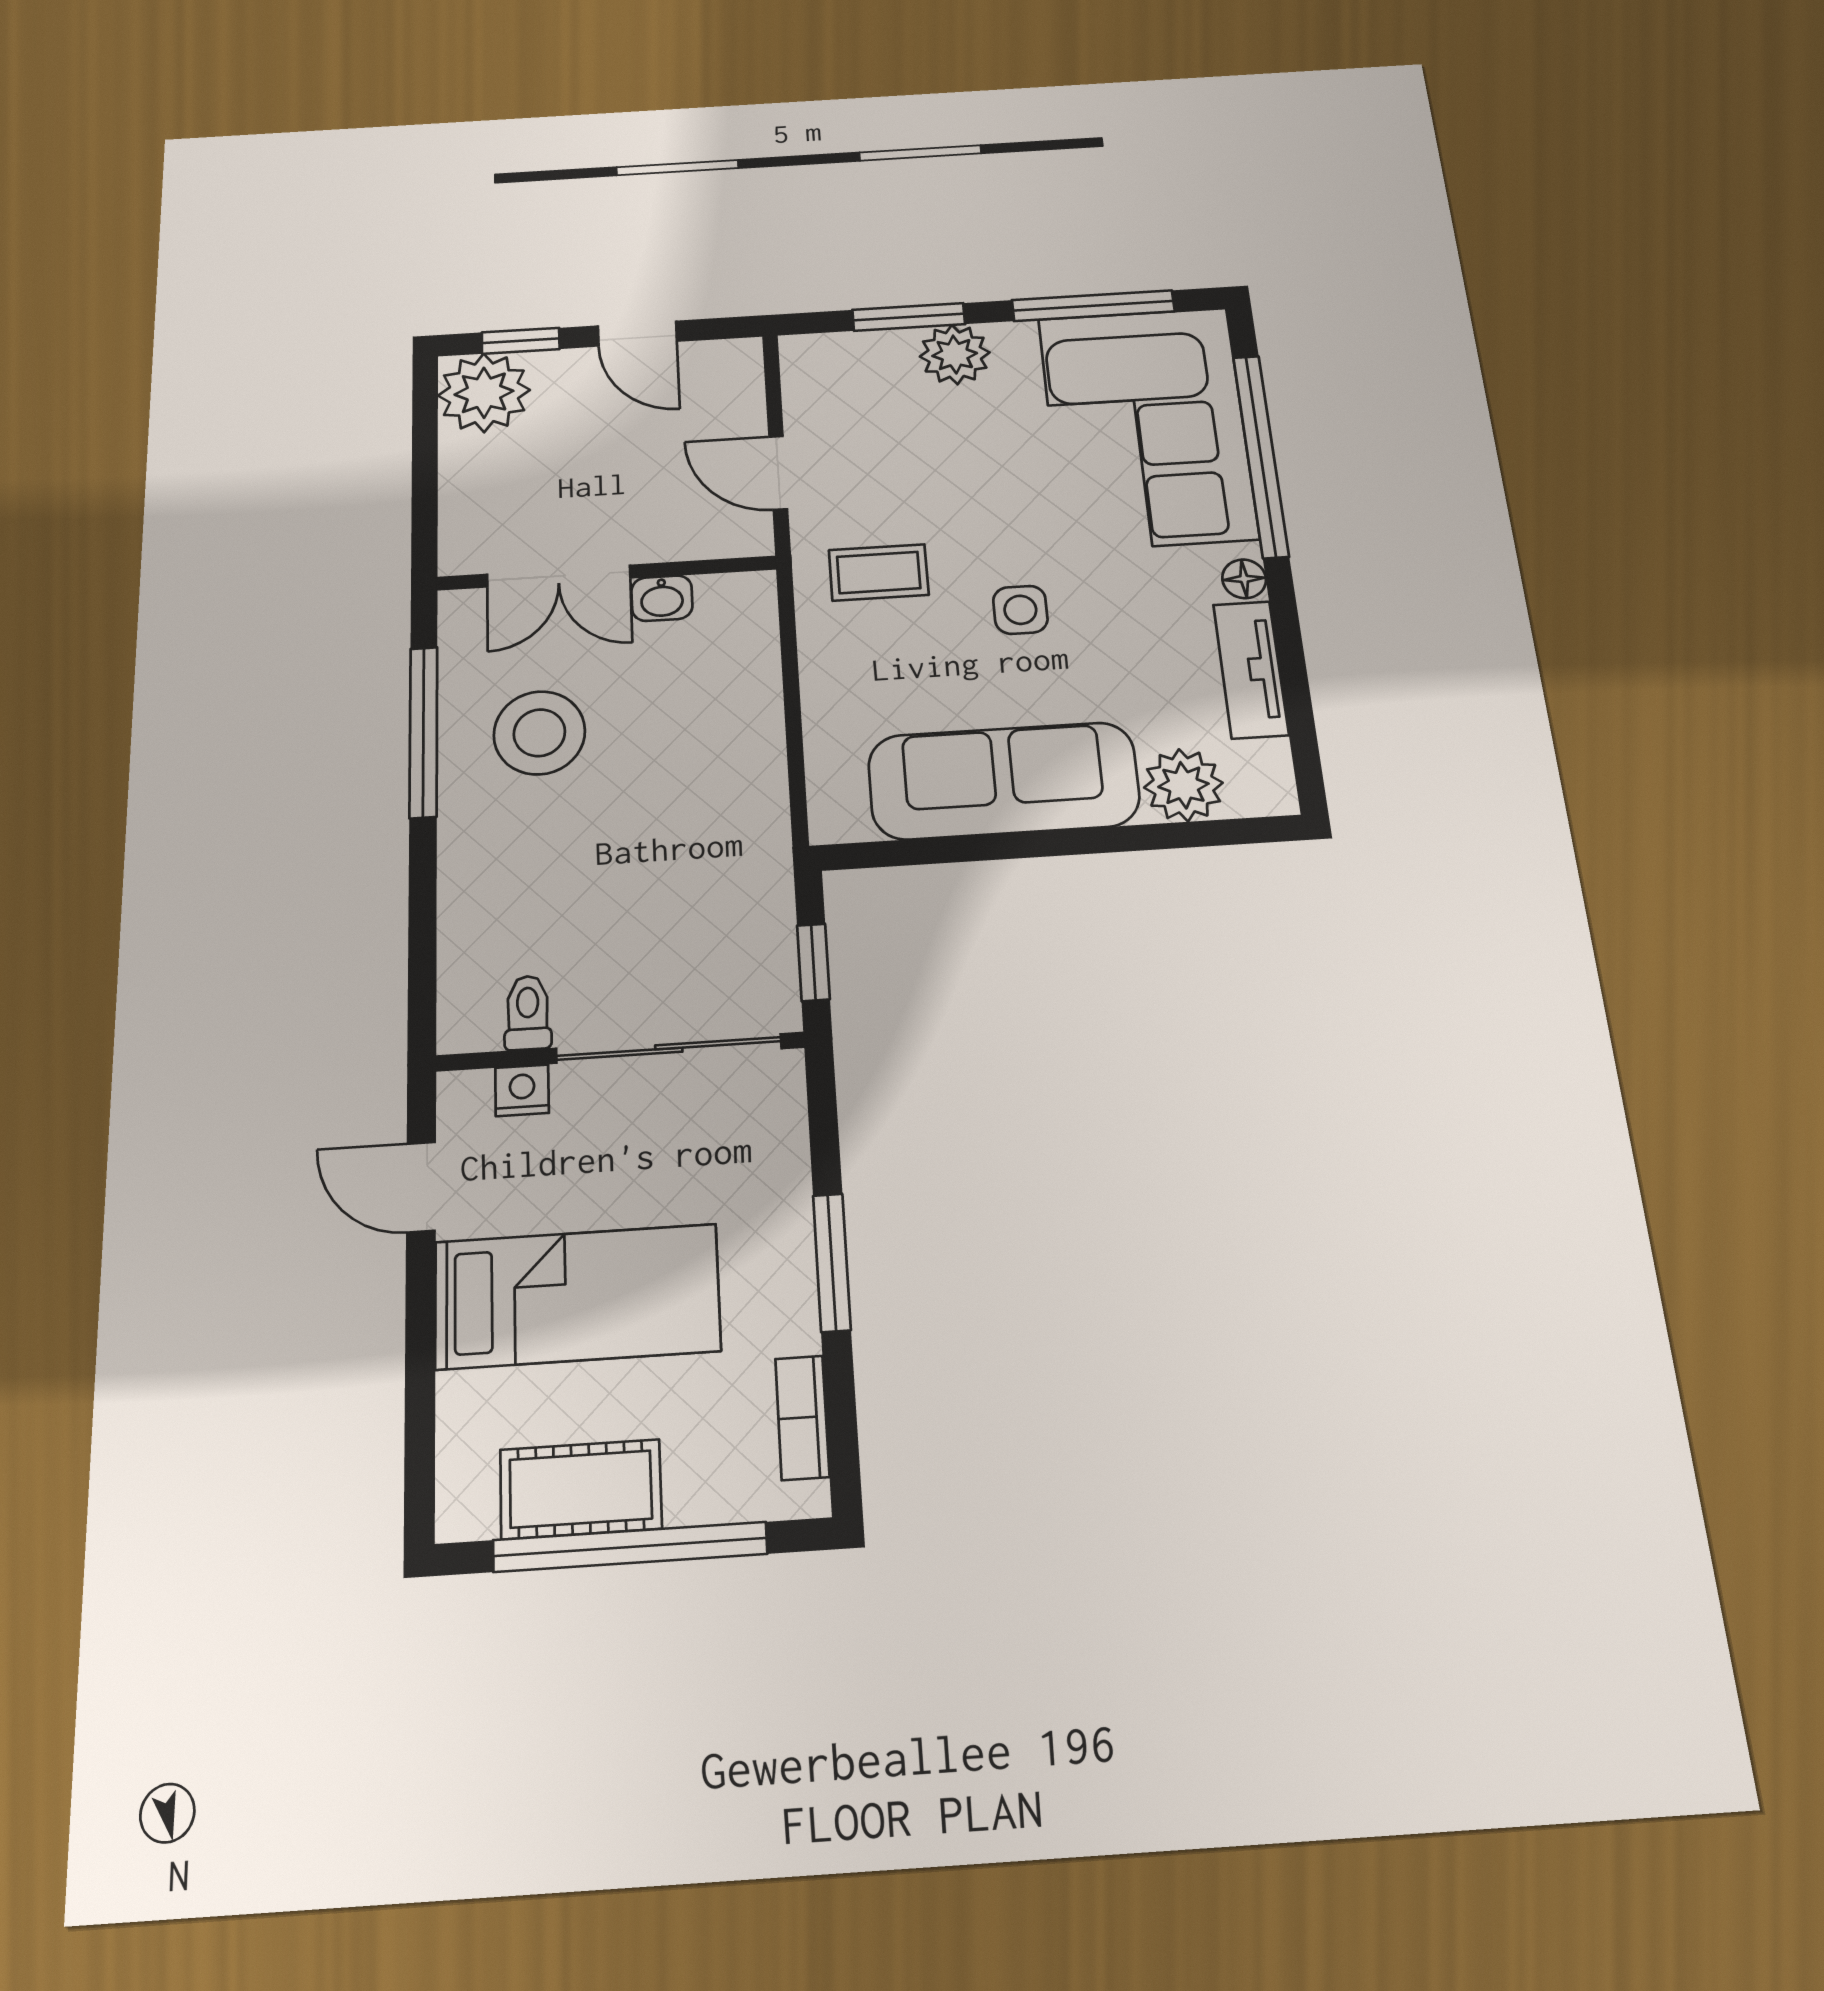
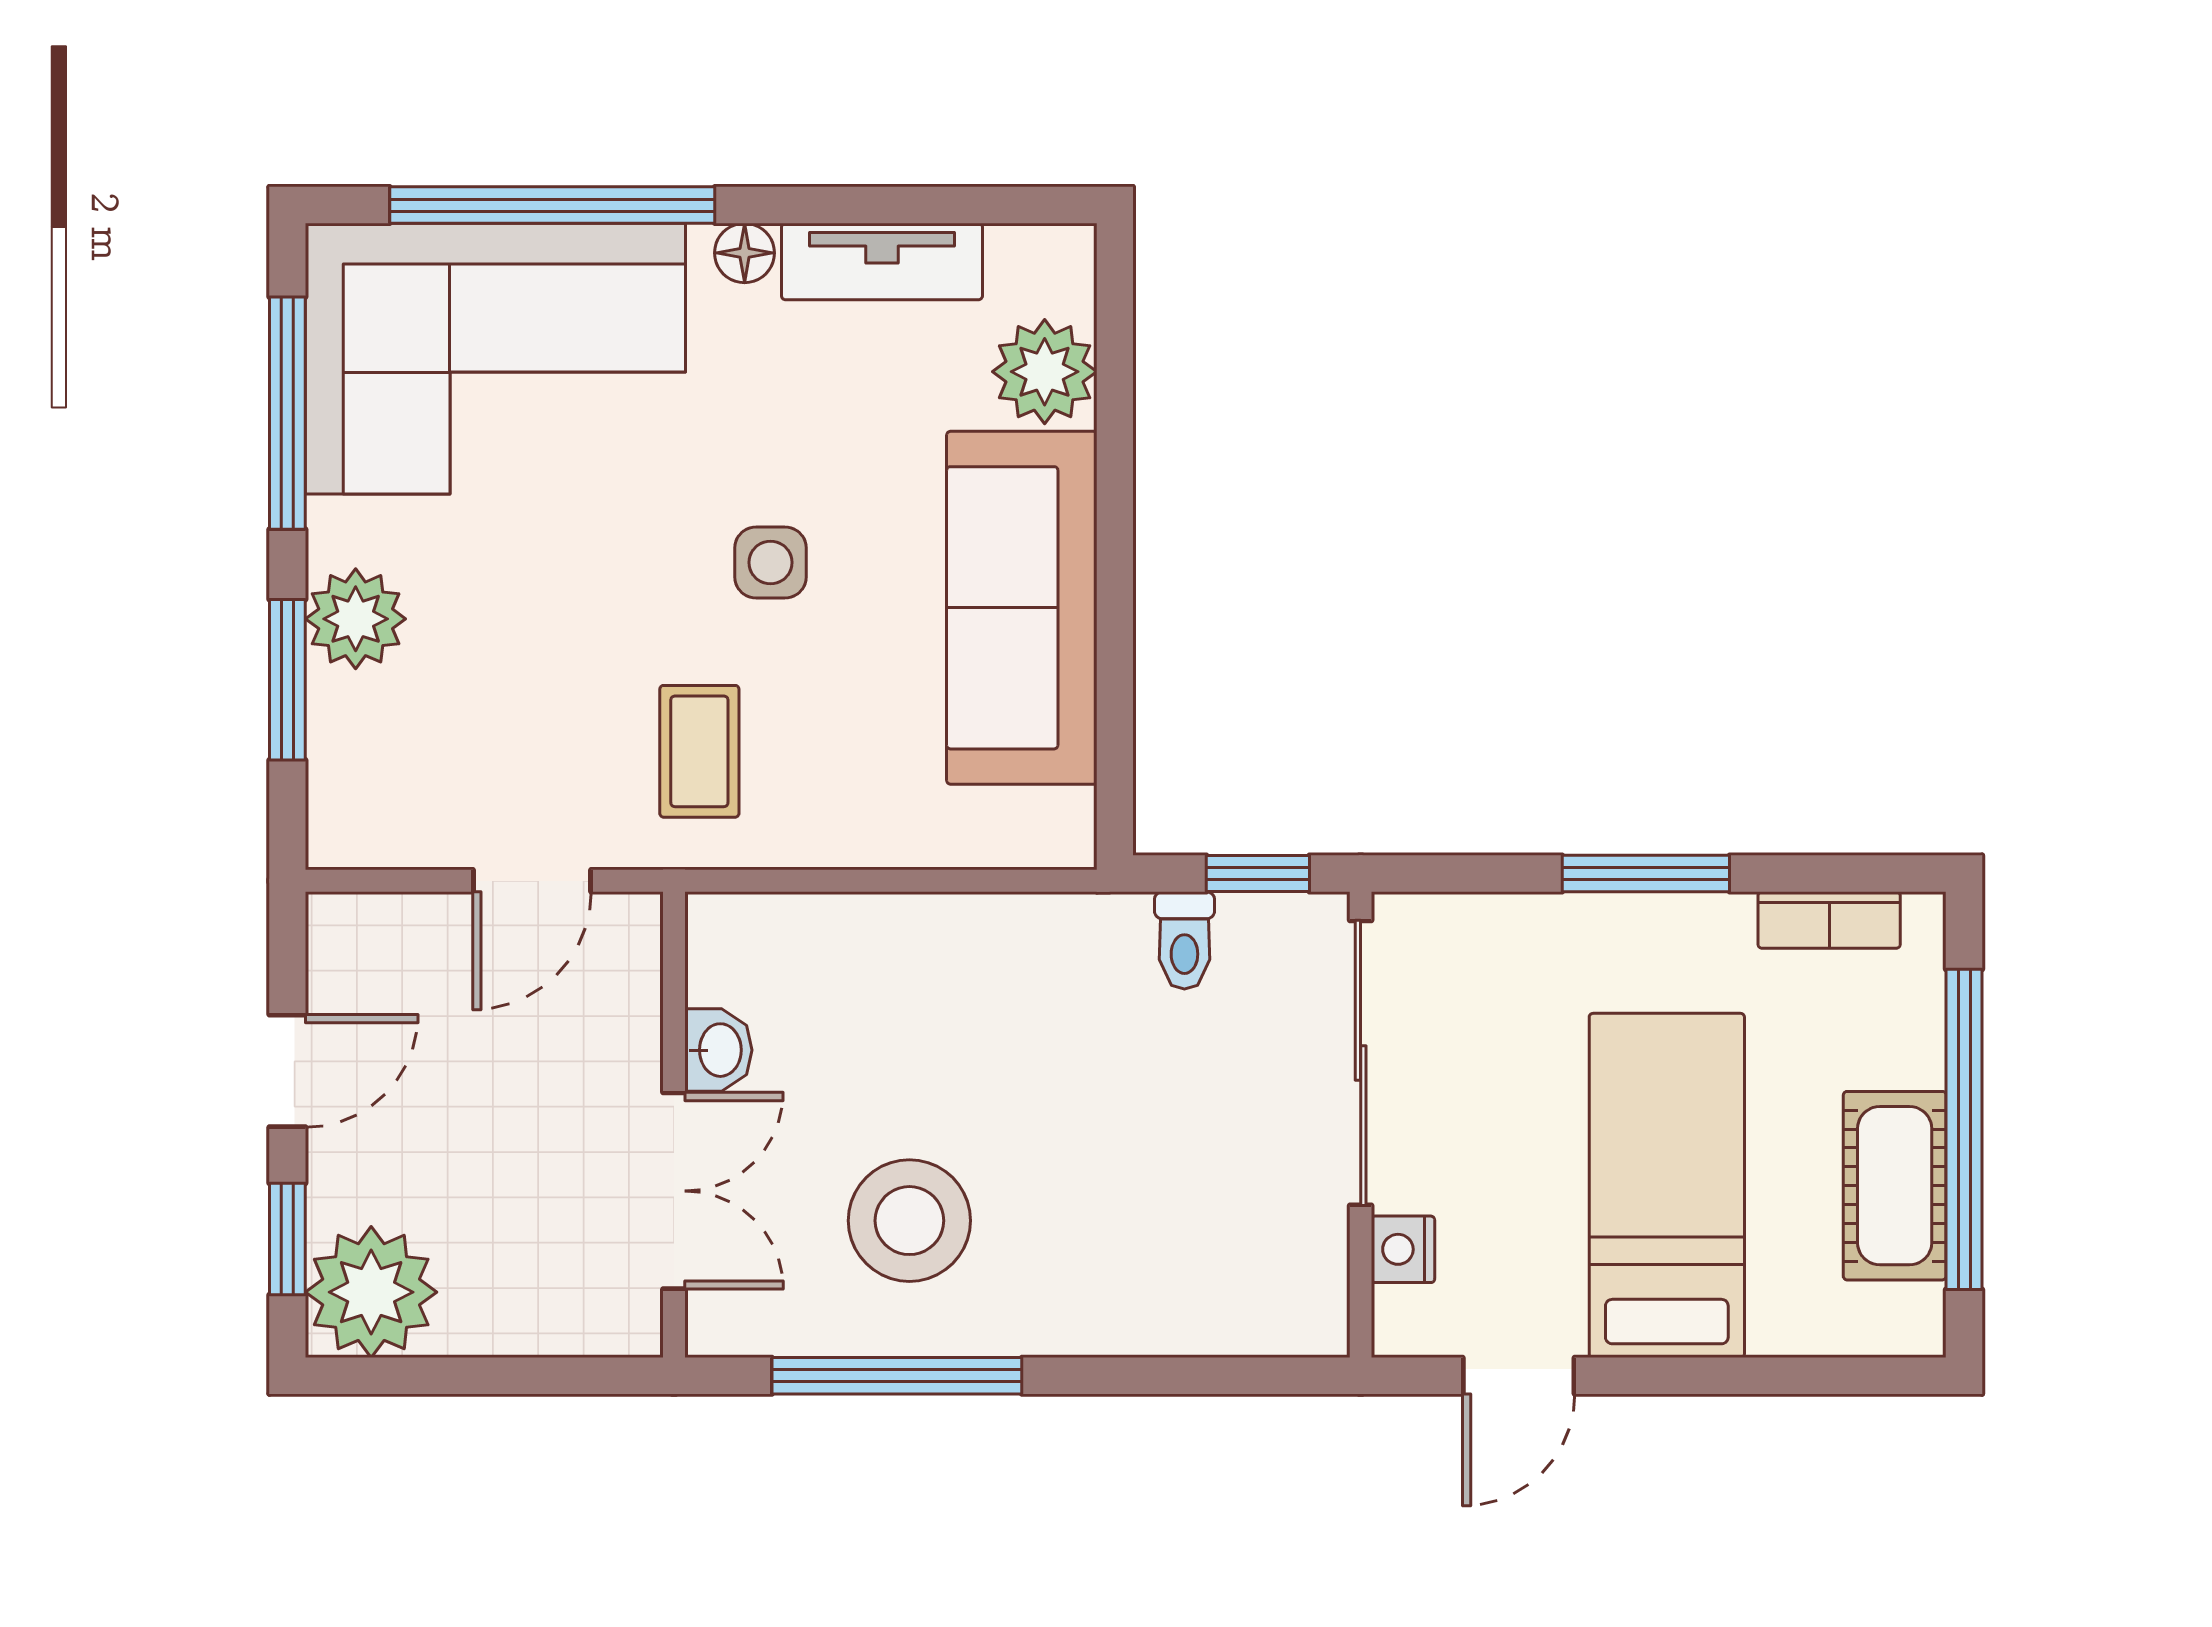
toilet: (528, 1013) -> (1184, 940), moved, turned -90

